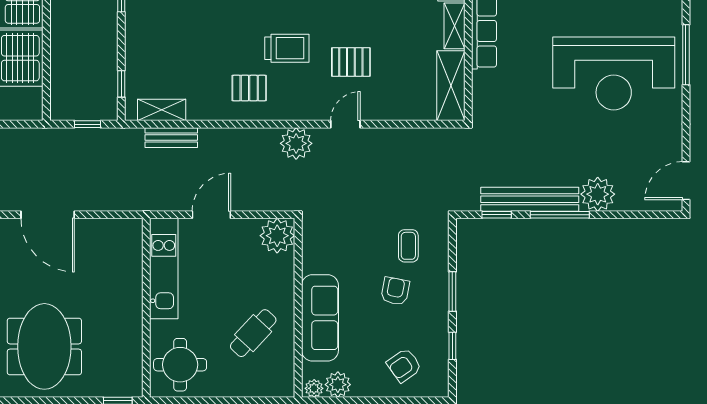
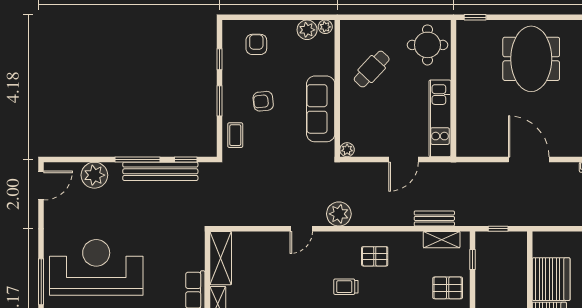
trolley: (287, 48) -> (346, 287), width x0.73, depth x0.72
pallet: (351, 62) -> (448, 288), moved
plant: (598, 194) -> (94, 175), moved
plant: (277, 236) -> (347, 150), width x0.53, depth x0.53
coffee table: (408, 246) -> (235, 135), moved
armchair: (395, 291) -> (263, 101), turned 73
sofa: (320, 318) -> (321, 109), moved
armchair: (404, 365) -> (256, 44), turned -55

